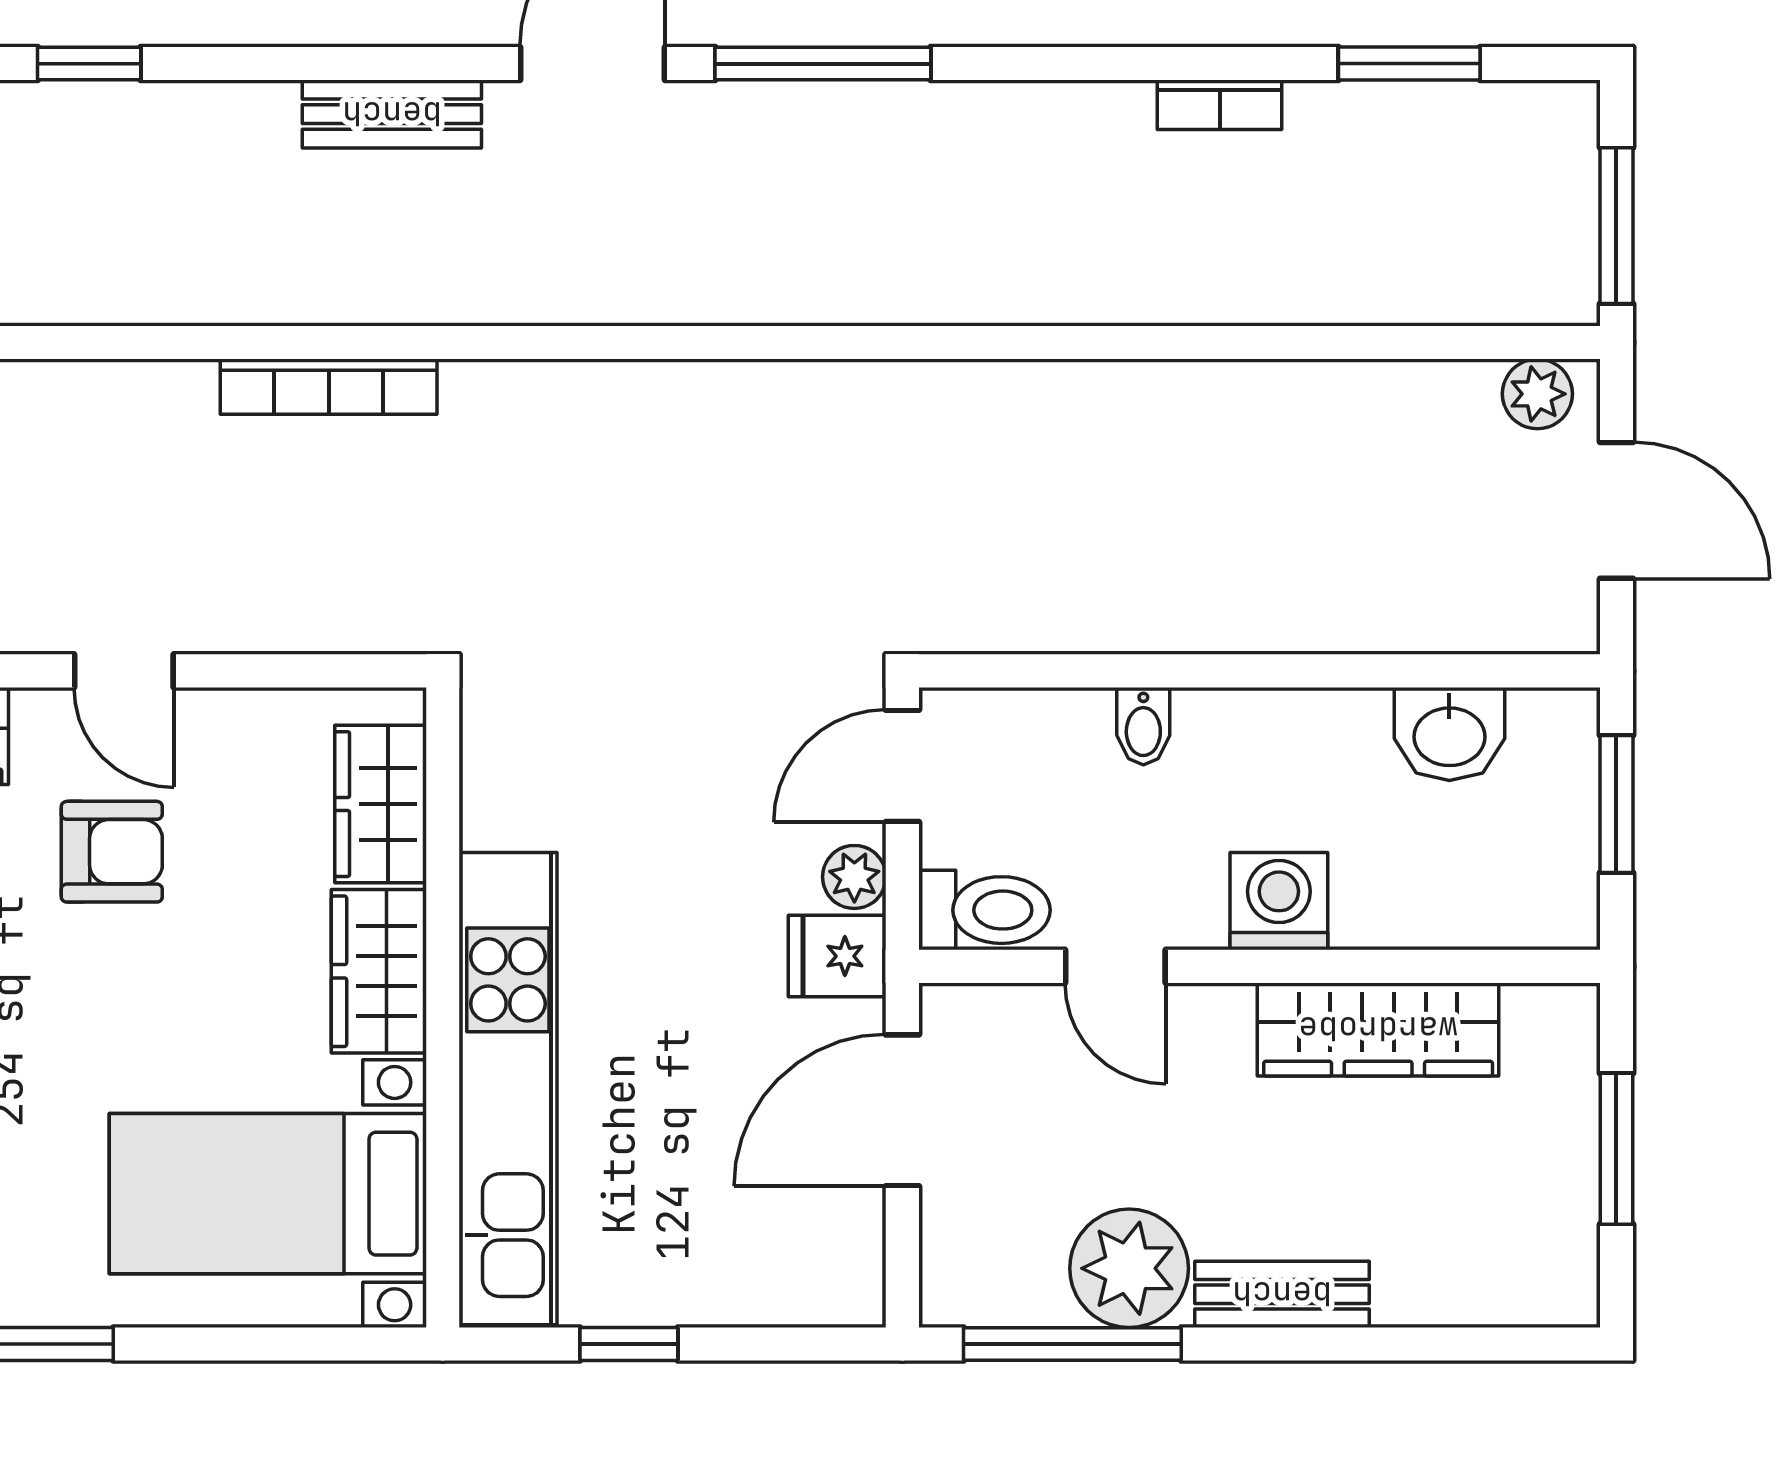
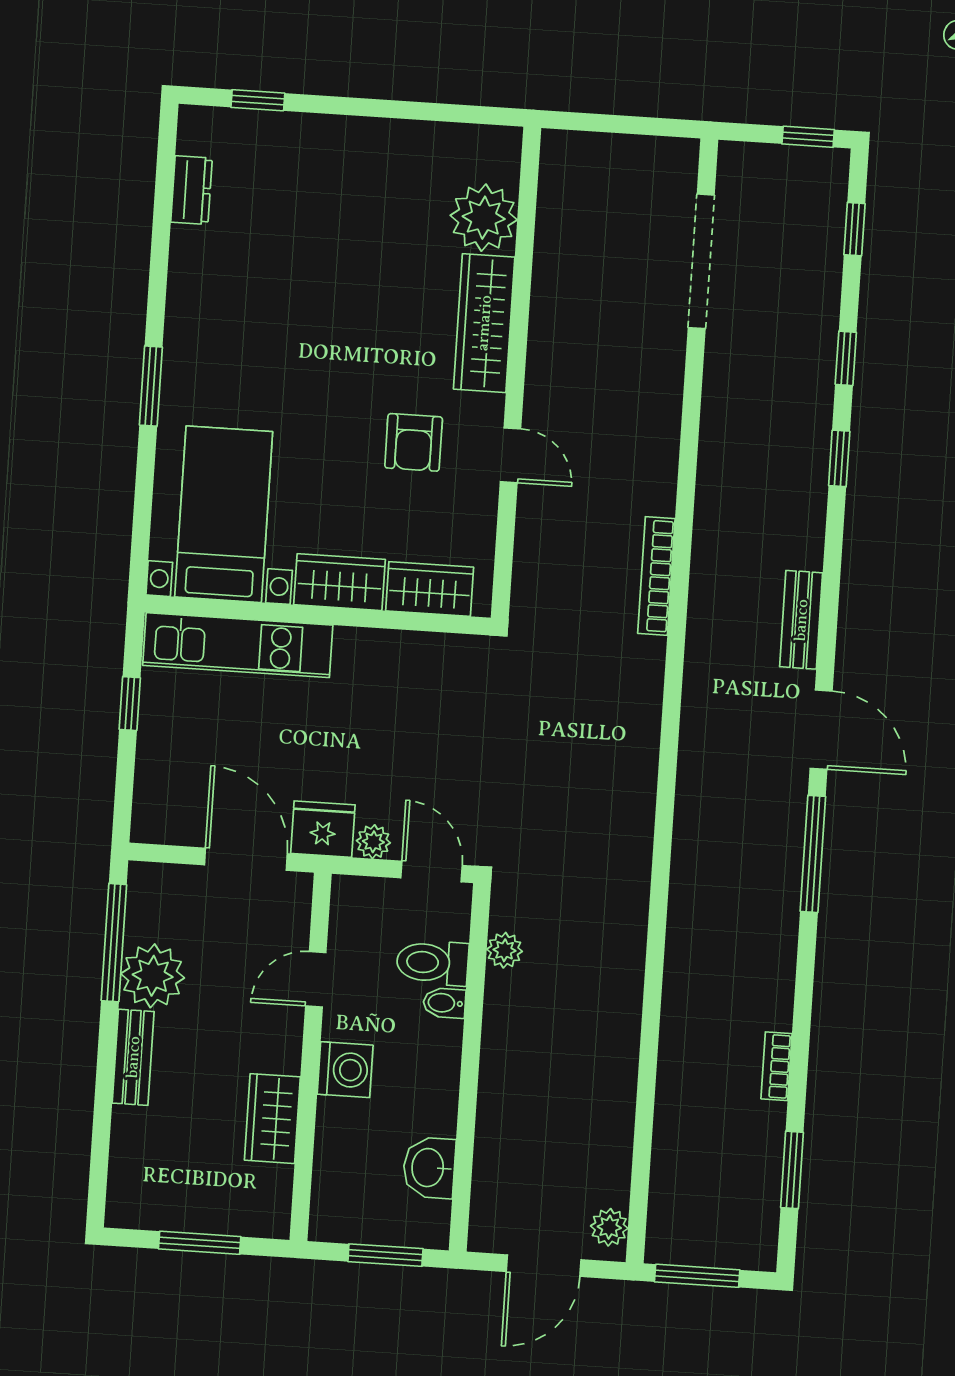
plant: (1039, 621) -> (505, 950), added
door: (124, 671) -> (511, 455), swing flipped
toilet: (984, 910) -> (432, 963), moved, turned 90
fridge: (837, 956) -> (323, 829), width x1.38
wardrobe: (1378, 1029) -> (272, 1119), width x0.67
kitchen unit: (508, 1089) -> (238, 645), width x0.73

